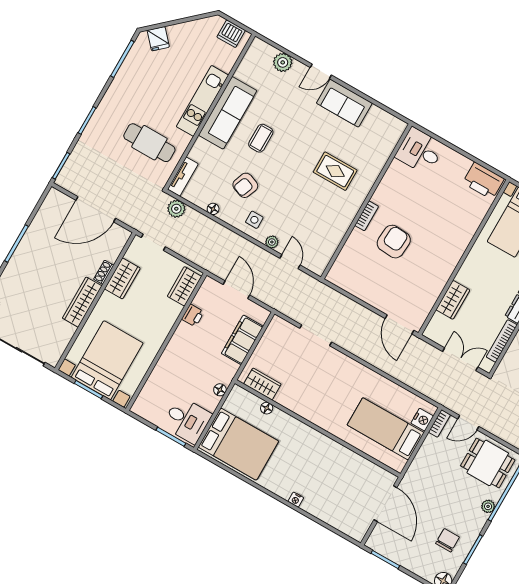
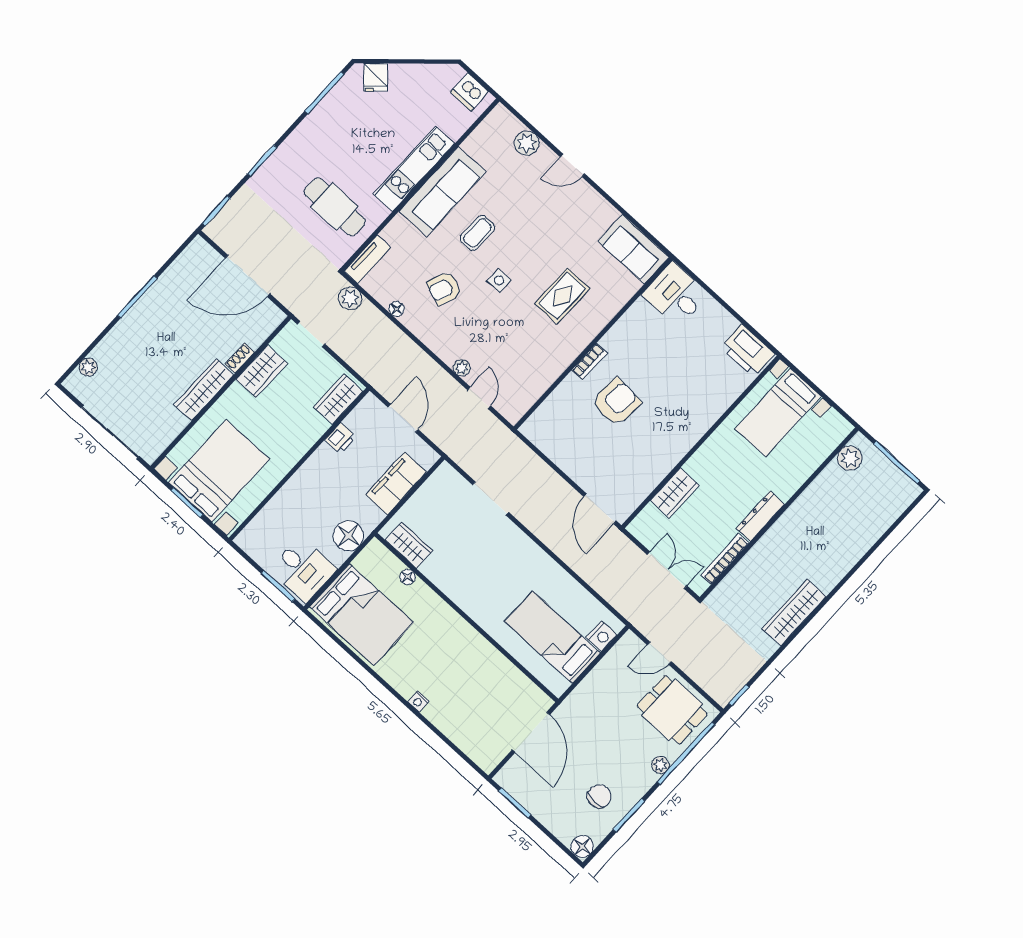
sofa: (344, 103) -> (633, 249), moved
rug: (335, 171) -> (562, 296), turned 90
side table: (254, 220) -> (499, 280), moved
floor lamp: (220, 390) -> (348, 536), width x1.89, depth x1.89
bookcase: (439, 423) -> (622, 646), removed

